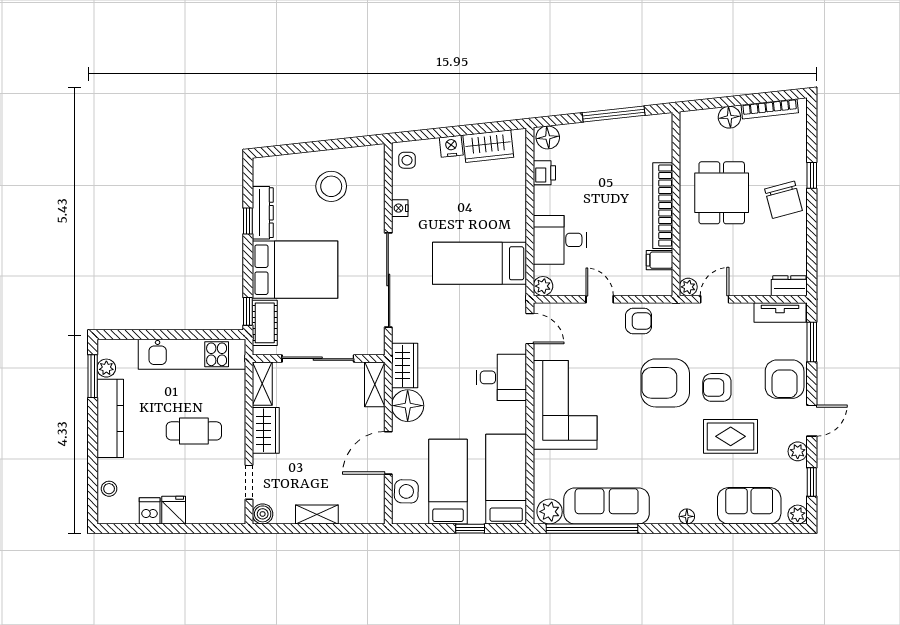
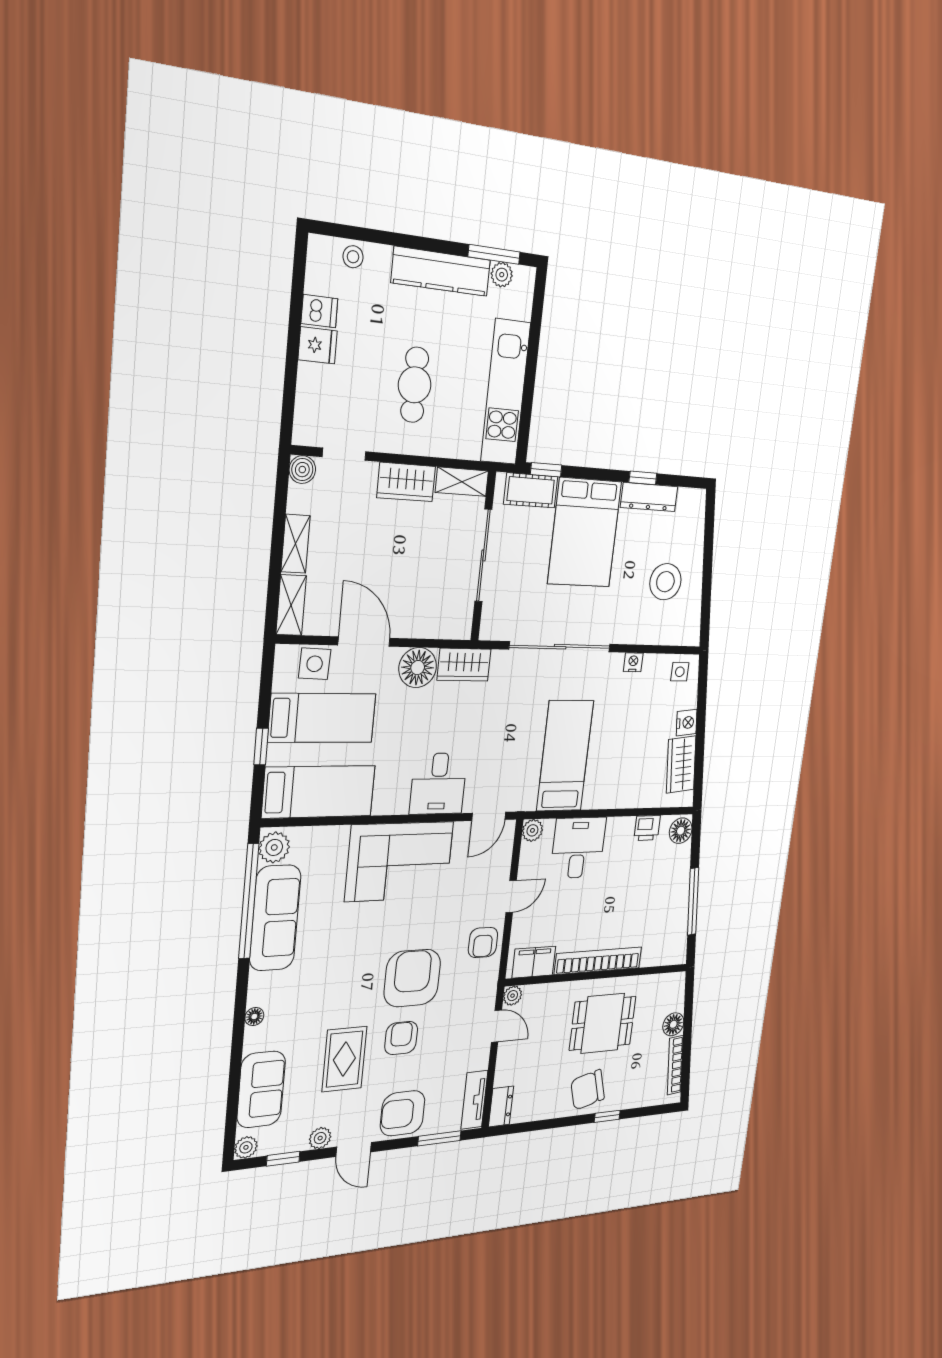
filing cabinet: (659, 260) -> (534, 962), width x2.00
shelving: (375, 384) -> (291, 605), moved, turned 90

